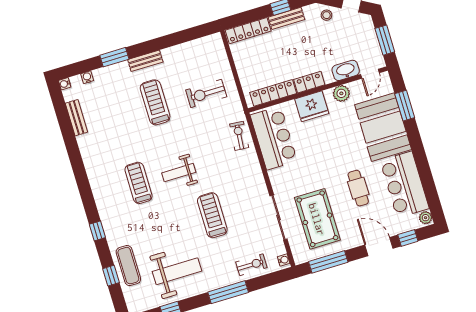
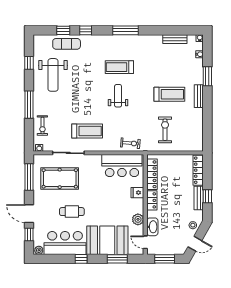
fridge: (312, 106) -> (137, 193), width x0.53, depth x0.75
window: (420, 156) -> (81, 259), added
treadmill: (139, 183) -> (119, 67), turned 180
window: (85, 190) -> (126, 30), added
treadmill: (212, 215) -> (87, 131), moved
window: (97, 231) -> (86, 30), moved
door: (379, 247) -> (29, 214), swing flipped

